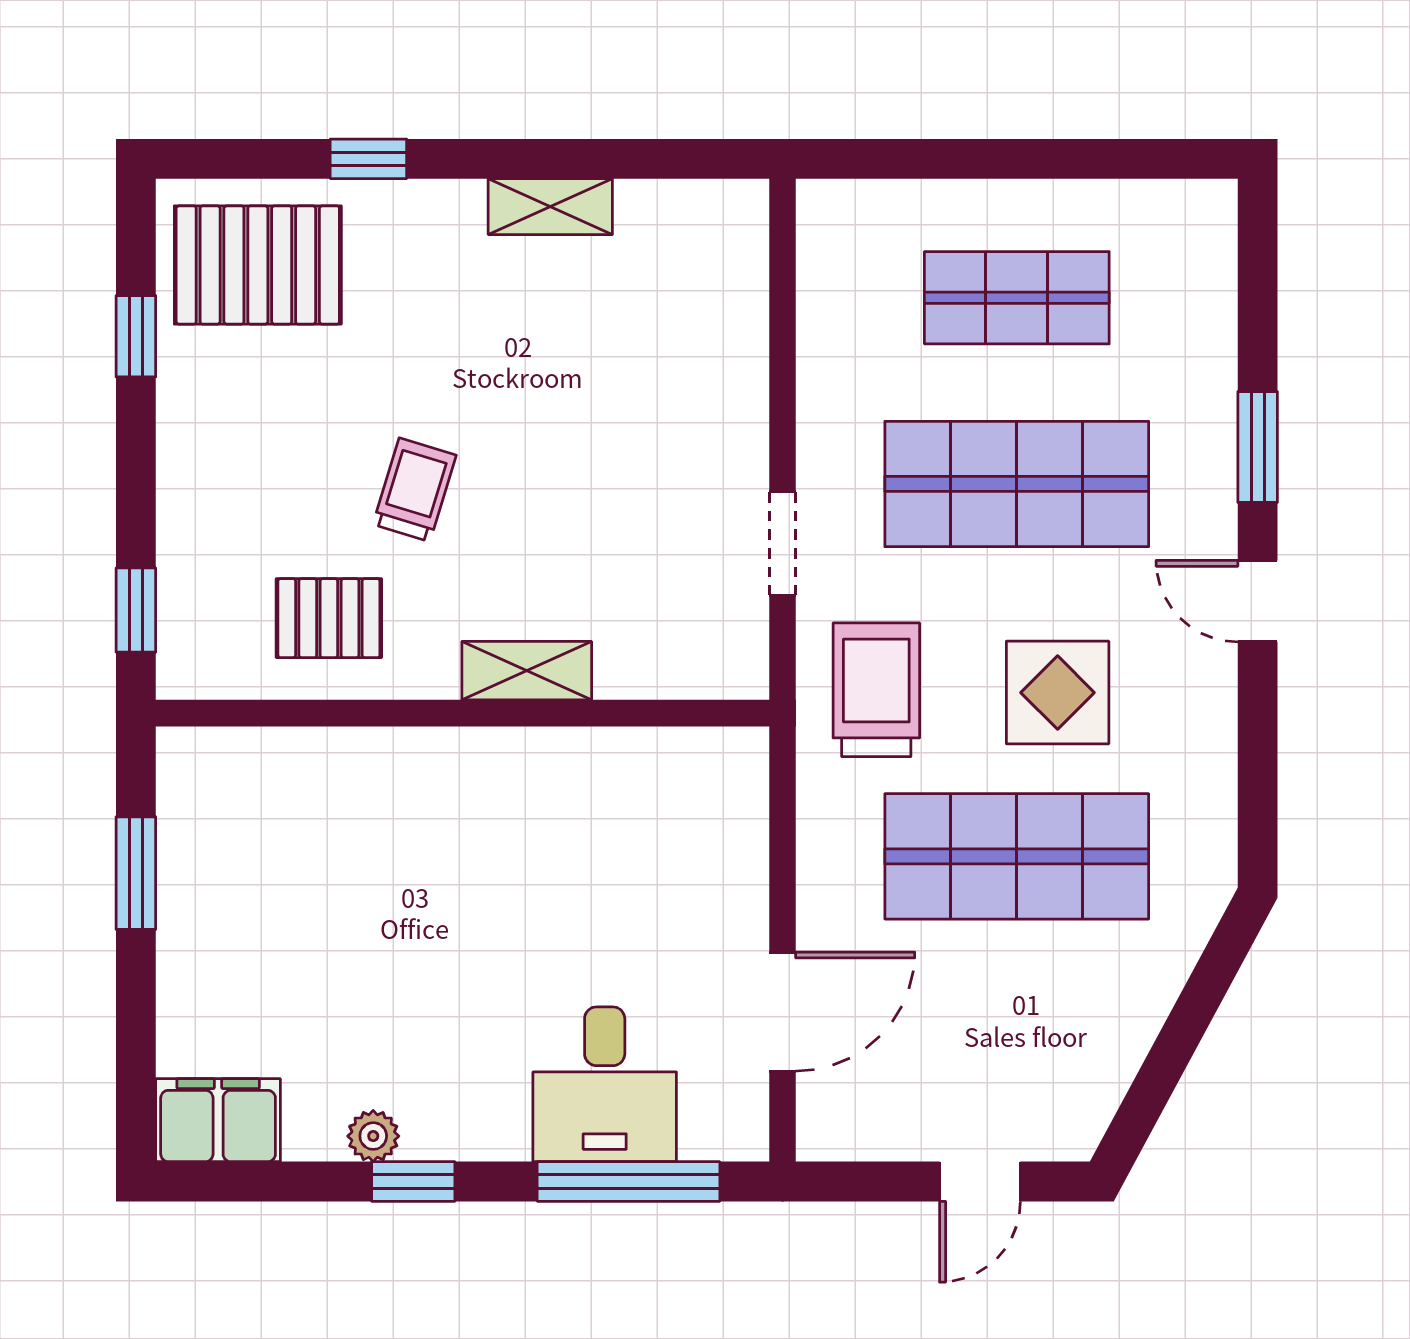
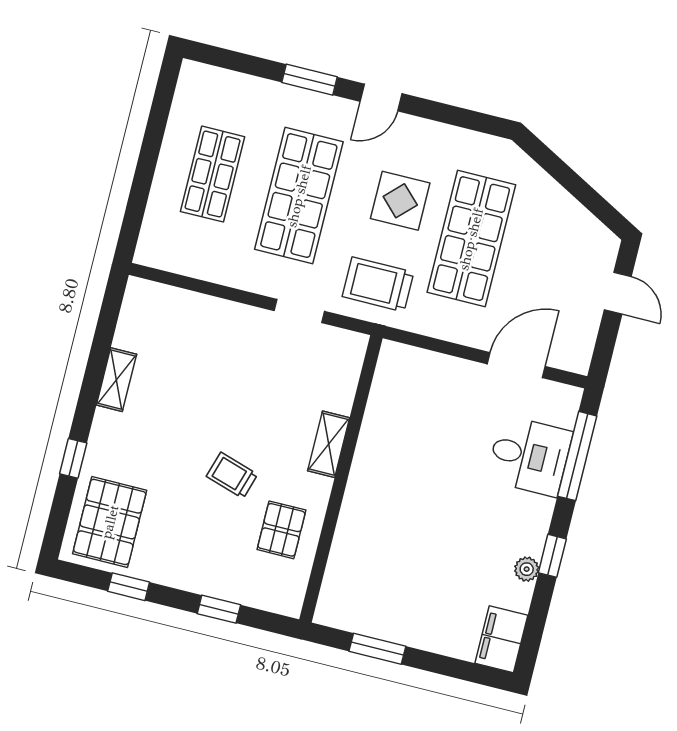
window: (136, 610) -> (219, 609), moved
door: (783, 1012) -> (516, 365), hinge flipped

